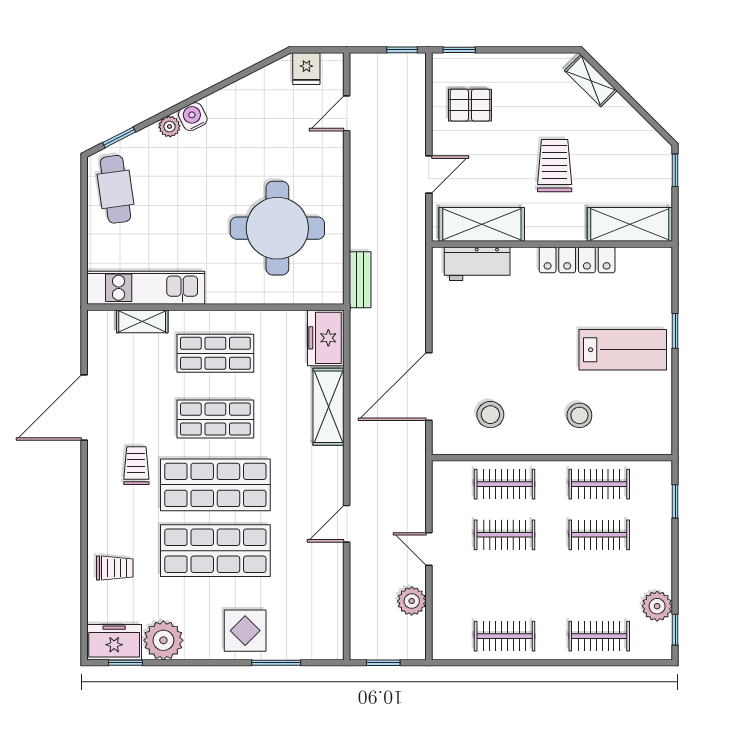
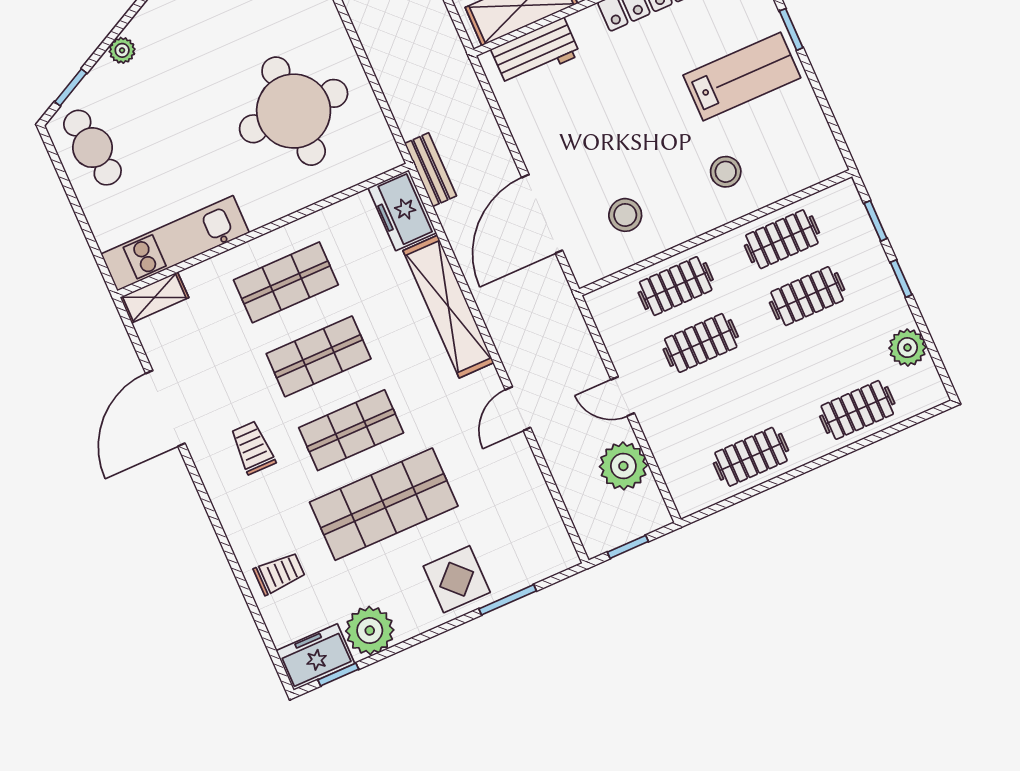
water cooler: (193, 117) -> (143, 28), removed
bench: (360, 280) -> (431, 170), moved
shelving: (142, 321) -> (154, 297), moved
shelving: (328, 407) -> (448, 307), width x1.47
shop shelf: (215, 485) -> (351, 430), width x0.70, depth x0.74
plant: (412, 601) -> (623, 466), width x1.36, depth x1.36
window: (675, 630) -> (901, 279), moved

